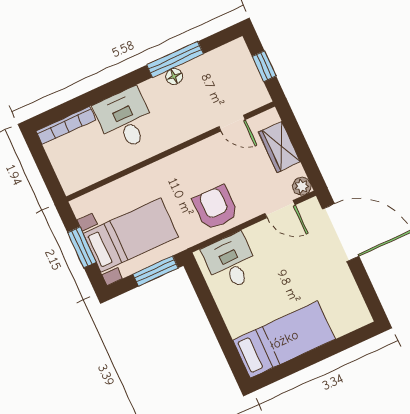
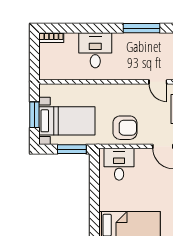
floor lamp: (174, 76) -> (136, 38), removed
bookcase: (66, 125) -> (51, 38), width x0.64
armchair: (216, 208) -> (125, 128), turned 90

